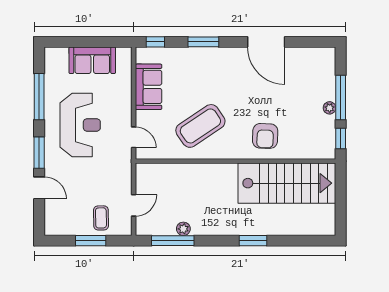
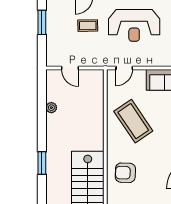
coffee table: (101, 218) -> (88, 26), moved
window: (91, 241) -> (42, 22), moved
window: (173, 241) -> (42, 99), removed

